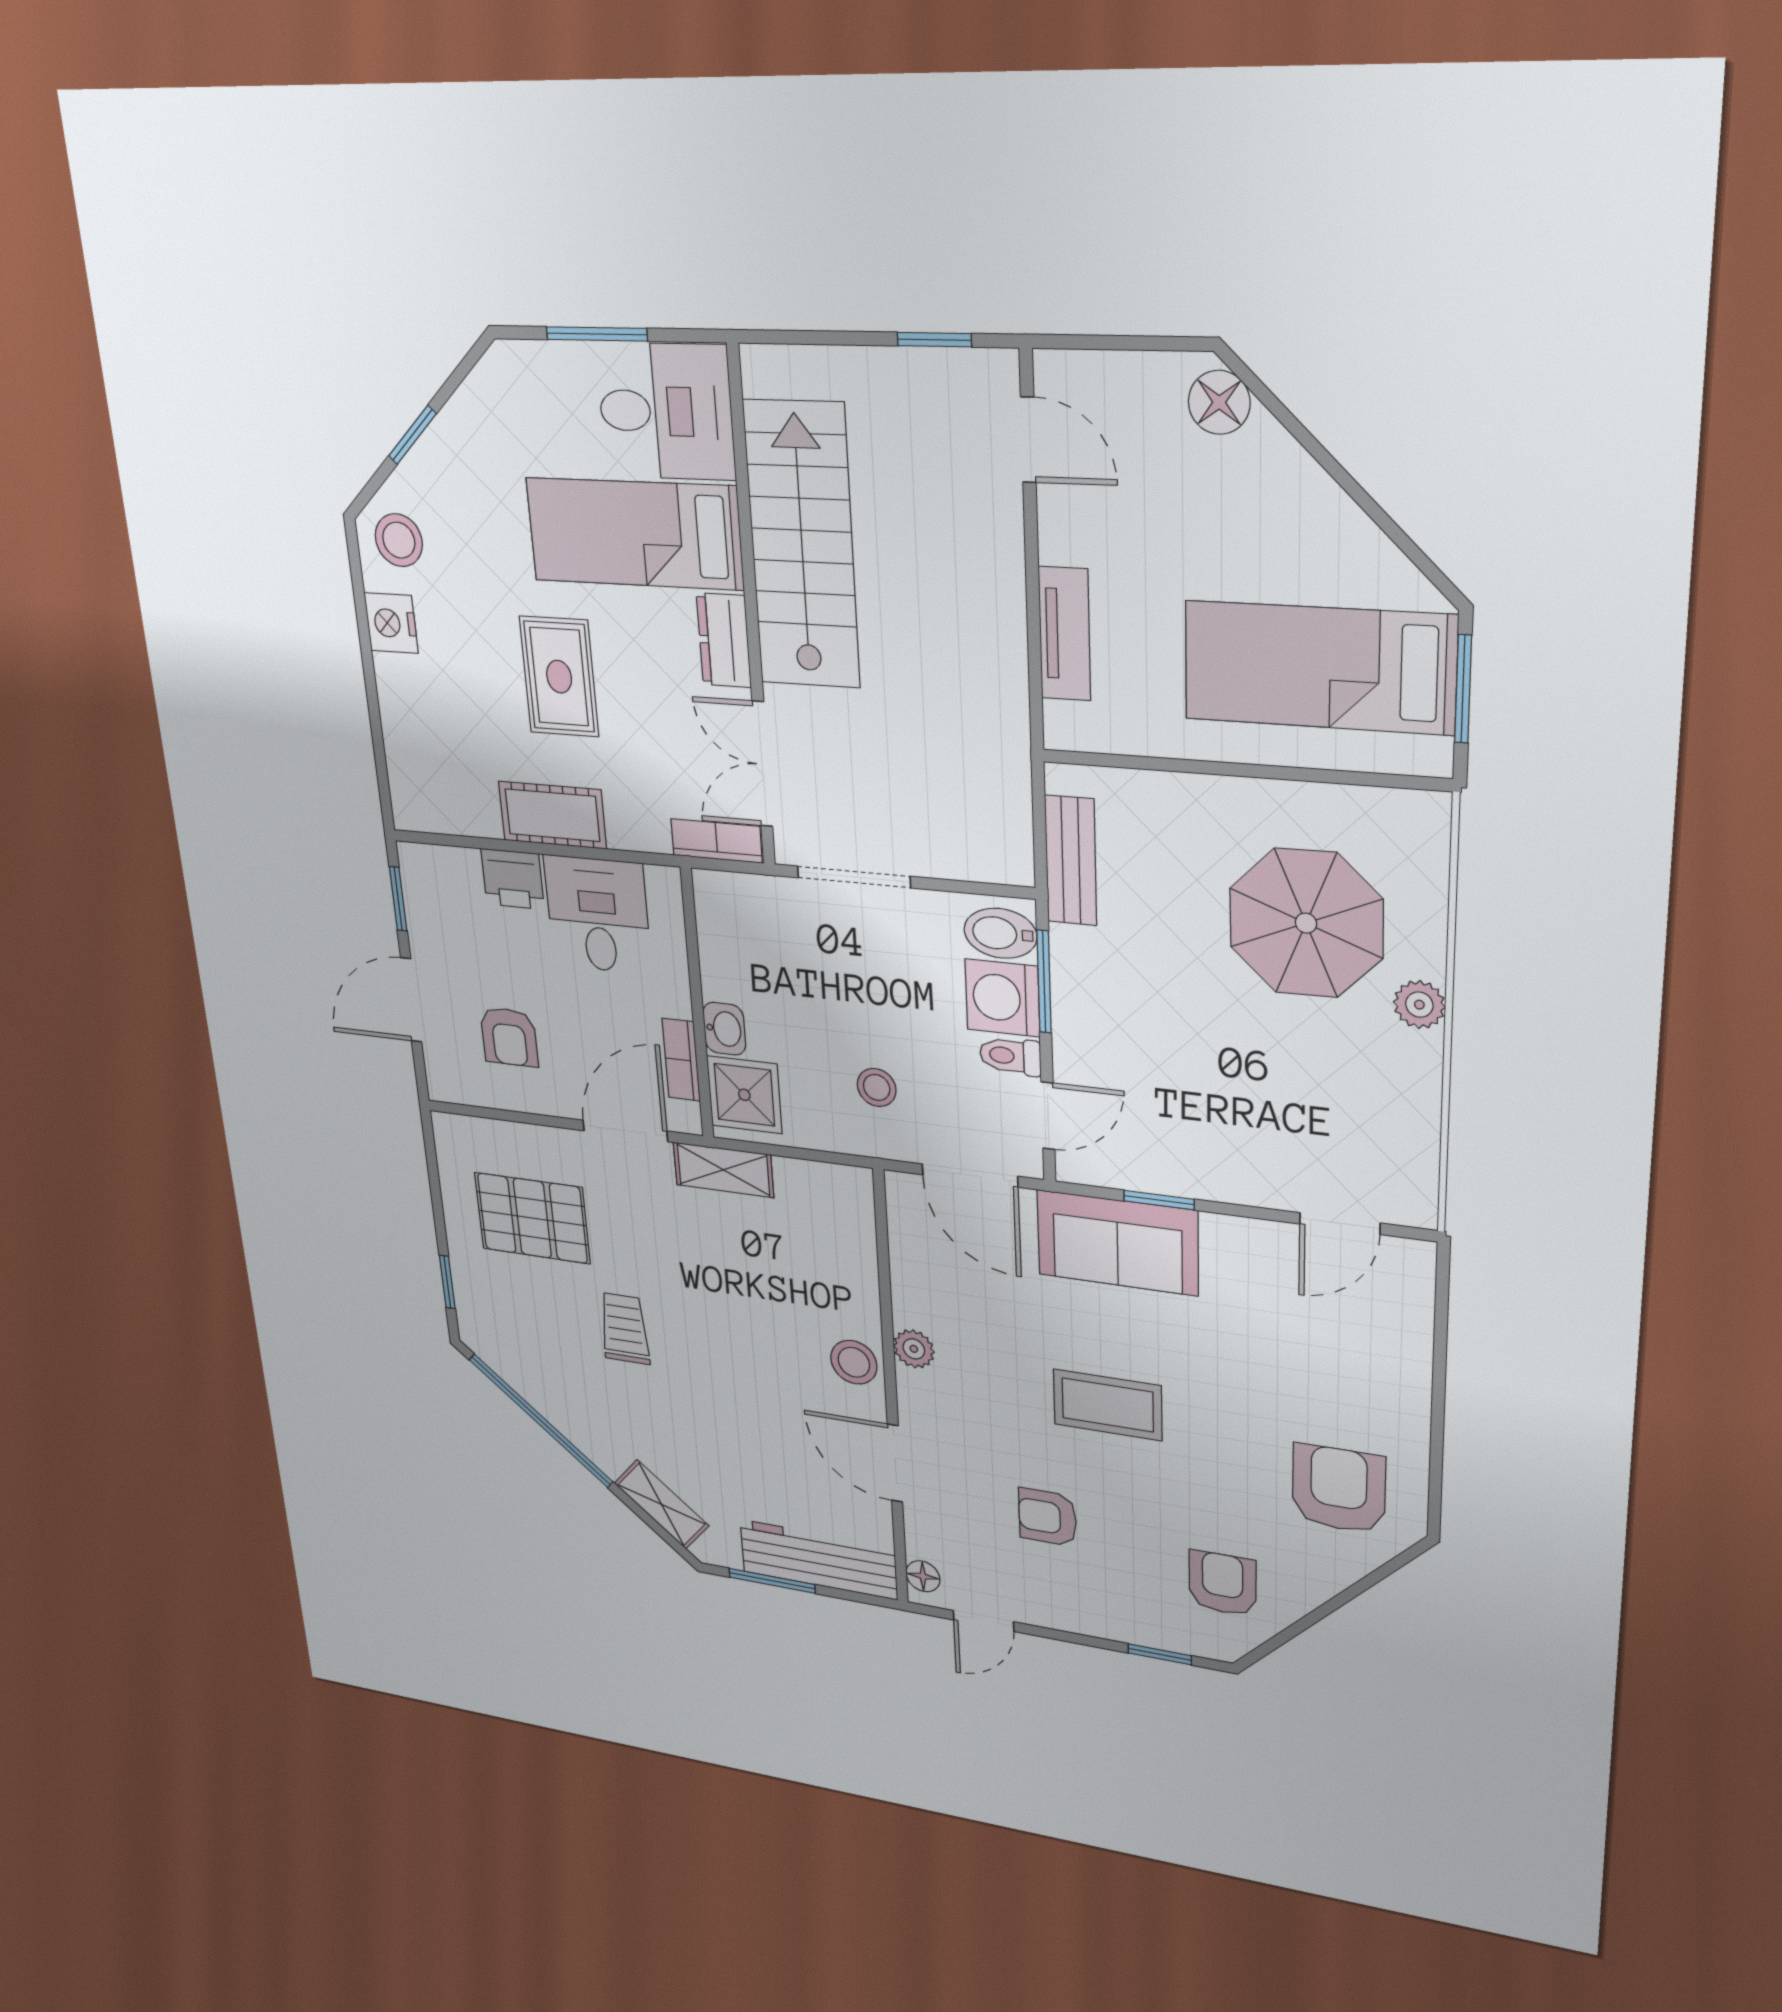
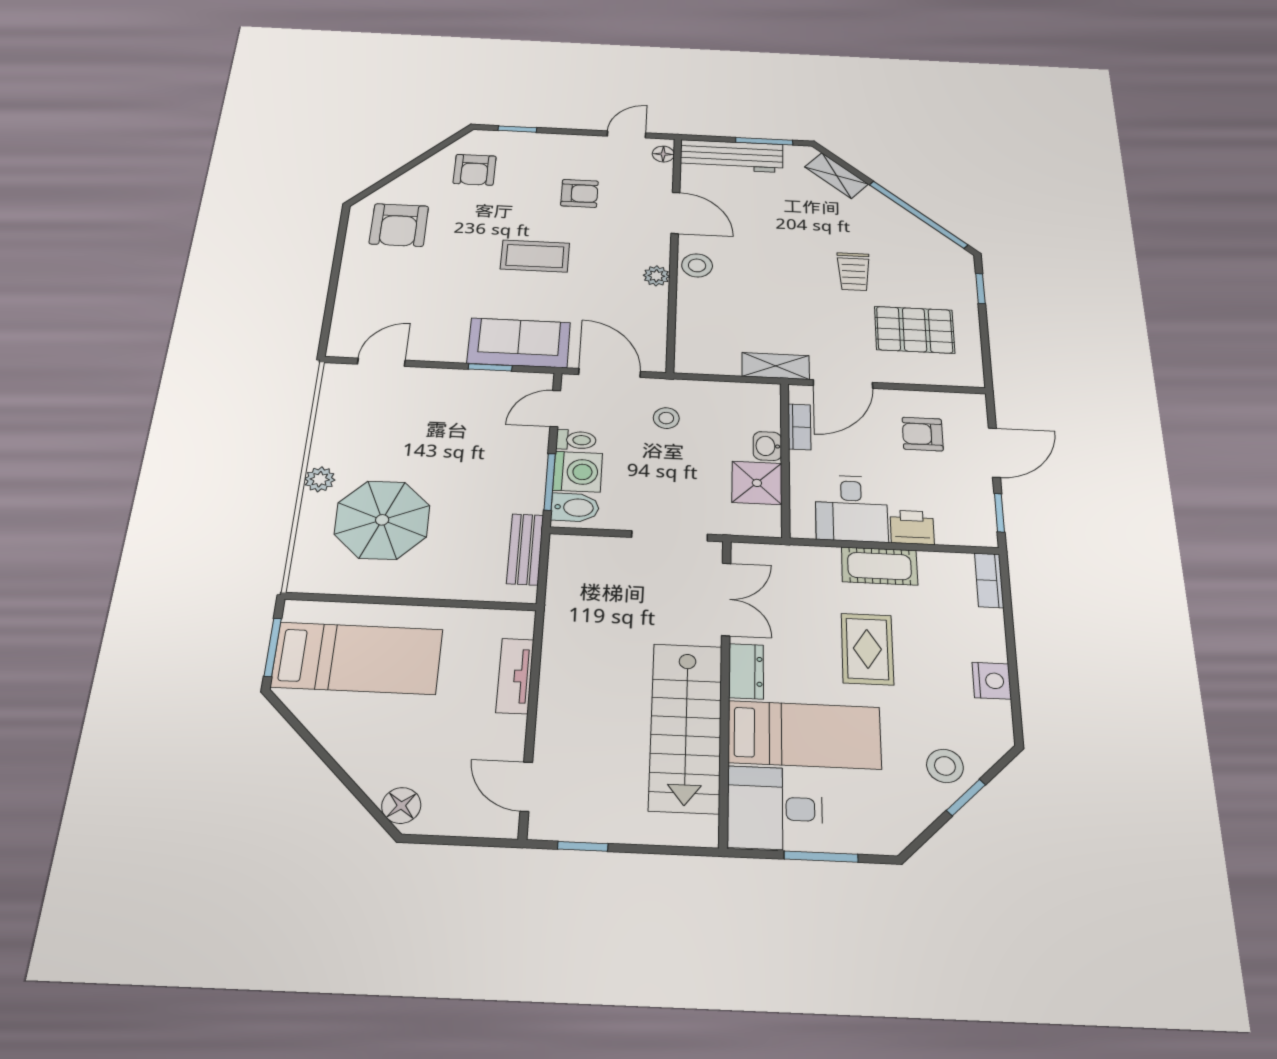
stool: (399, 540) -> (945, 766), moved
bookcase: (716, 841) -> (989, 580), moved, turned 90
armchair: (509, 1037) -> (923, 434), turned -90
shower: (744, 1095) -> (757, 483), moved

